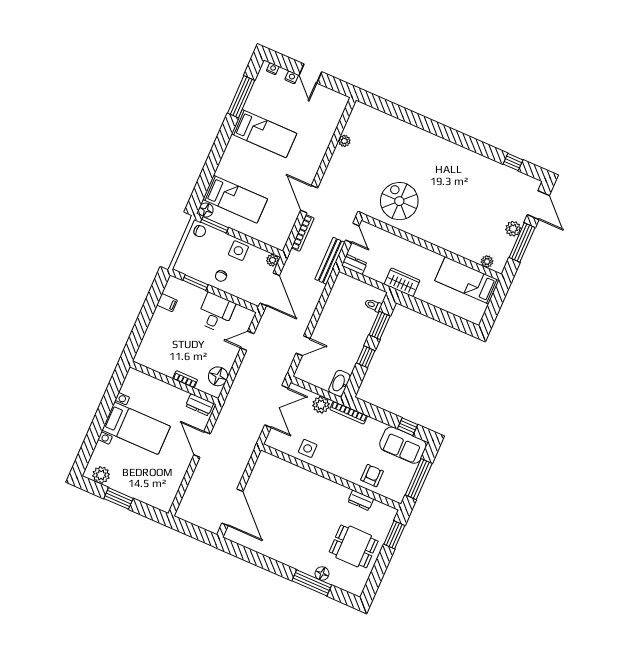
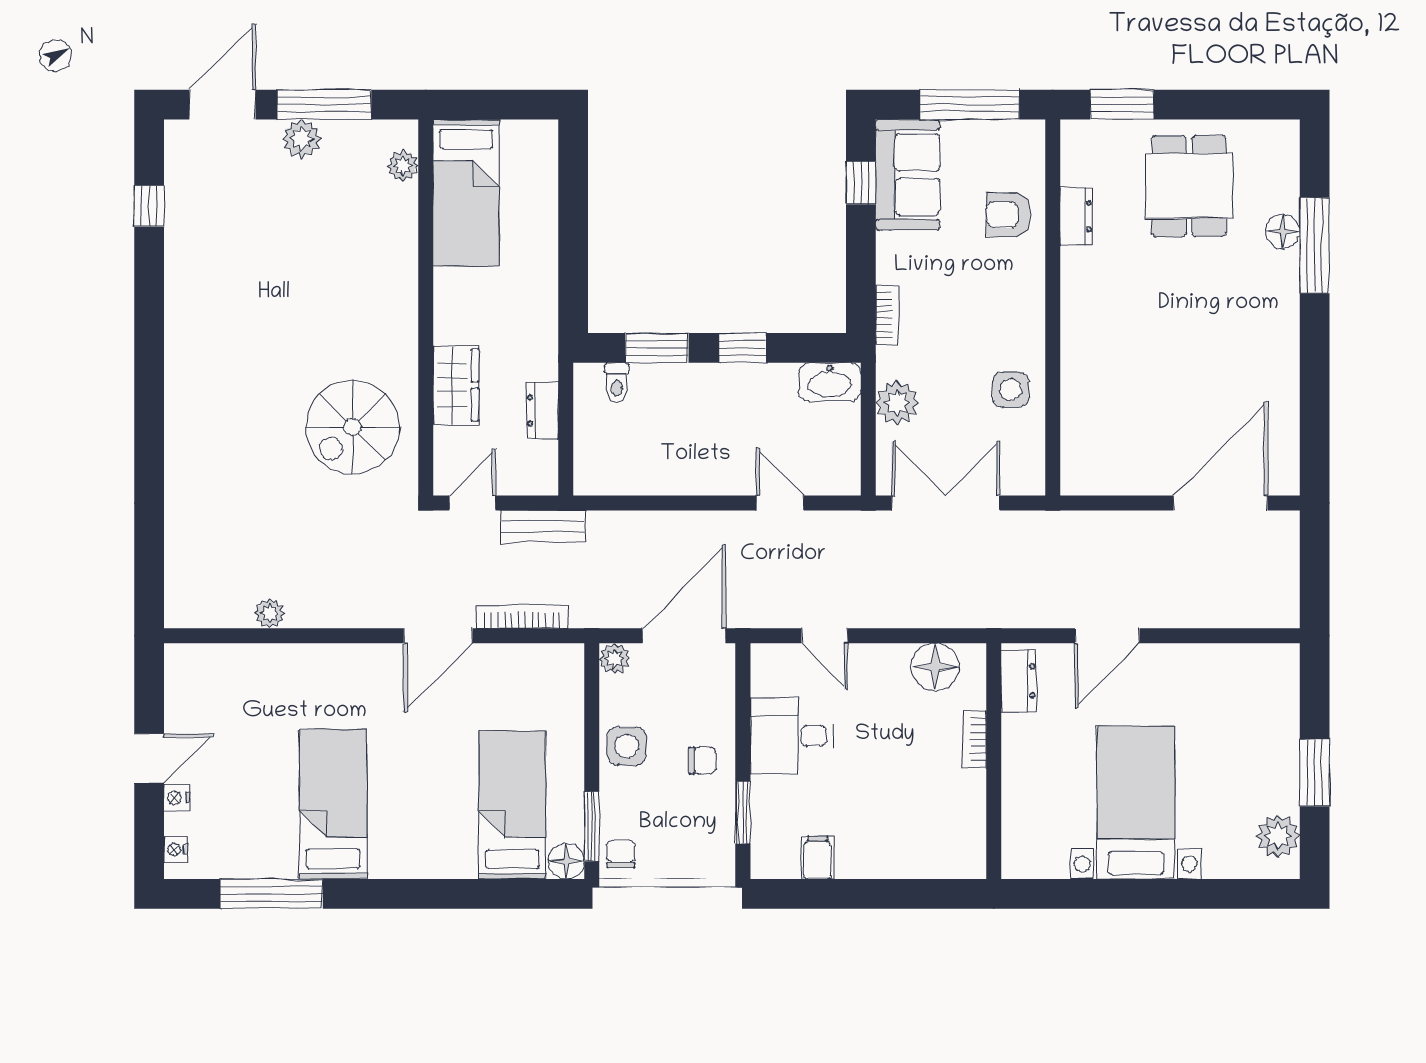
bench: (330, 261) -> (543, 526), width x0.73
dresser: (354, 264) -> (542, 411), moved
wardrobe: (402, 282) -> (456, 385), moved, turned 180
bookcase: (349, 413) -> (888, 315), width x0.64

